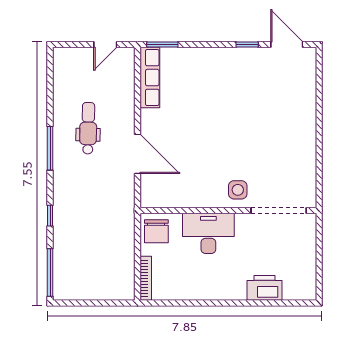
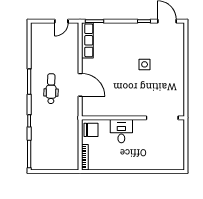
dental chair: (88, 128) -> (51, 89), moved
side table: (238, 190) -> (145, 64), moved
chair: (156, 231) -> (91, 130), turned -90
desk: (208, 233) -> (121, 131), width x0.73
printer: (265, 288) -> (154, 163), removed

